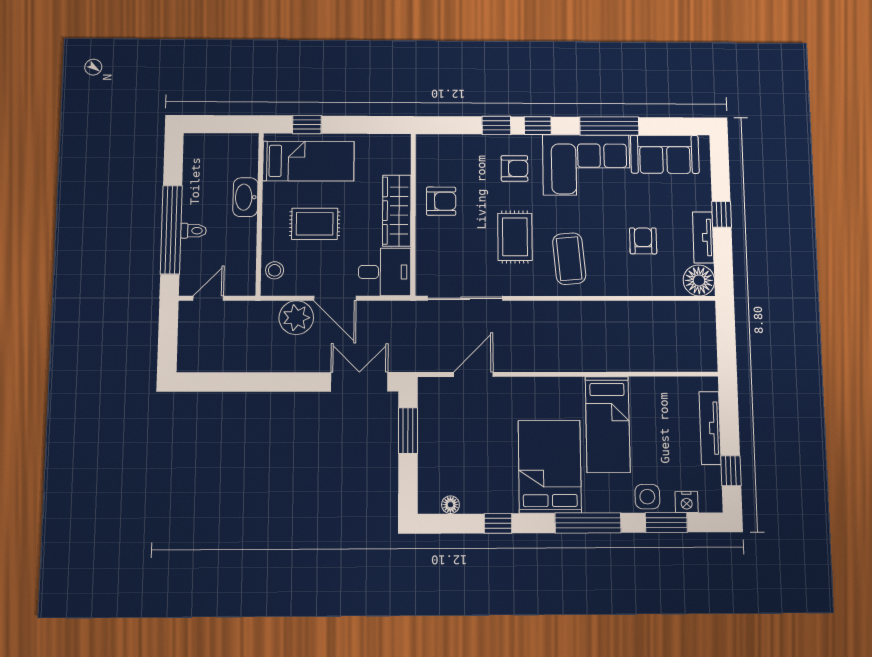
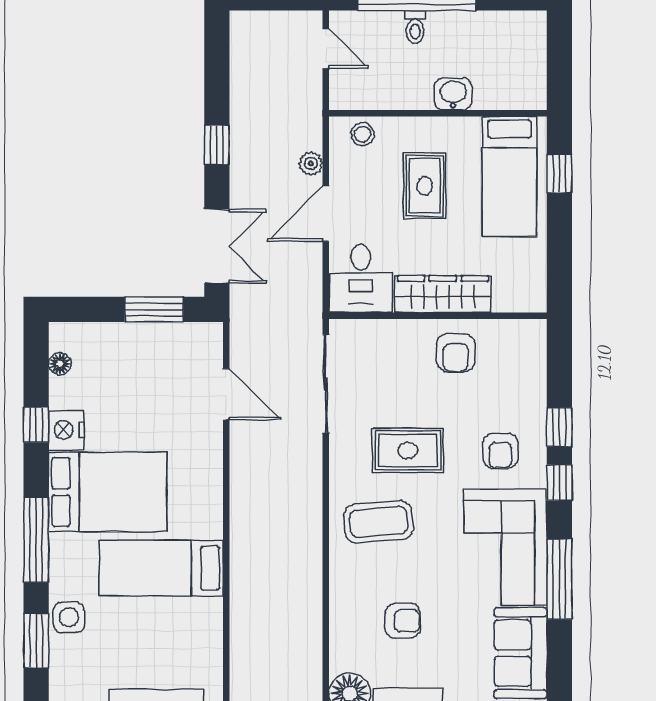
washbasin: (245, 197) -> (453, 94), width x0.72
plant: (296, 318) -> (311, 164), width x0.53, depth x0.53
window: (281, 382) -> (217, 145), added
nightstand: (687, 502) -> (66, 430), moved, width x1.36, depth x1.33

